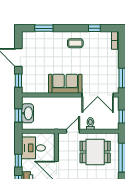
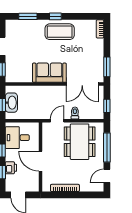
window: (94, 28) -> (55, 16), moved
coffee table: (75, 43) -> (60, 32), width x1.86, depth x1.72
dining table: (95, 152) -> (80, 142), width x1.38

